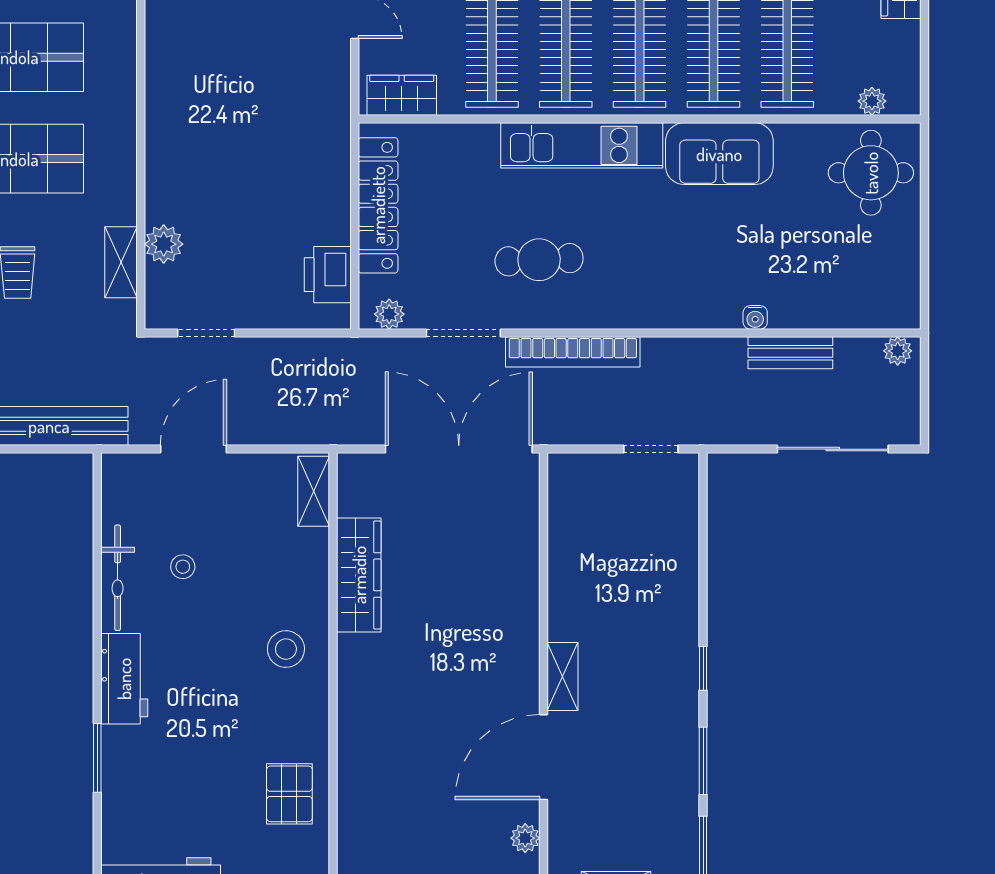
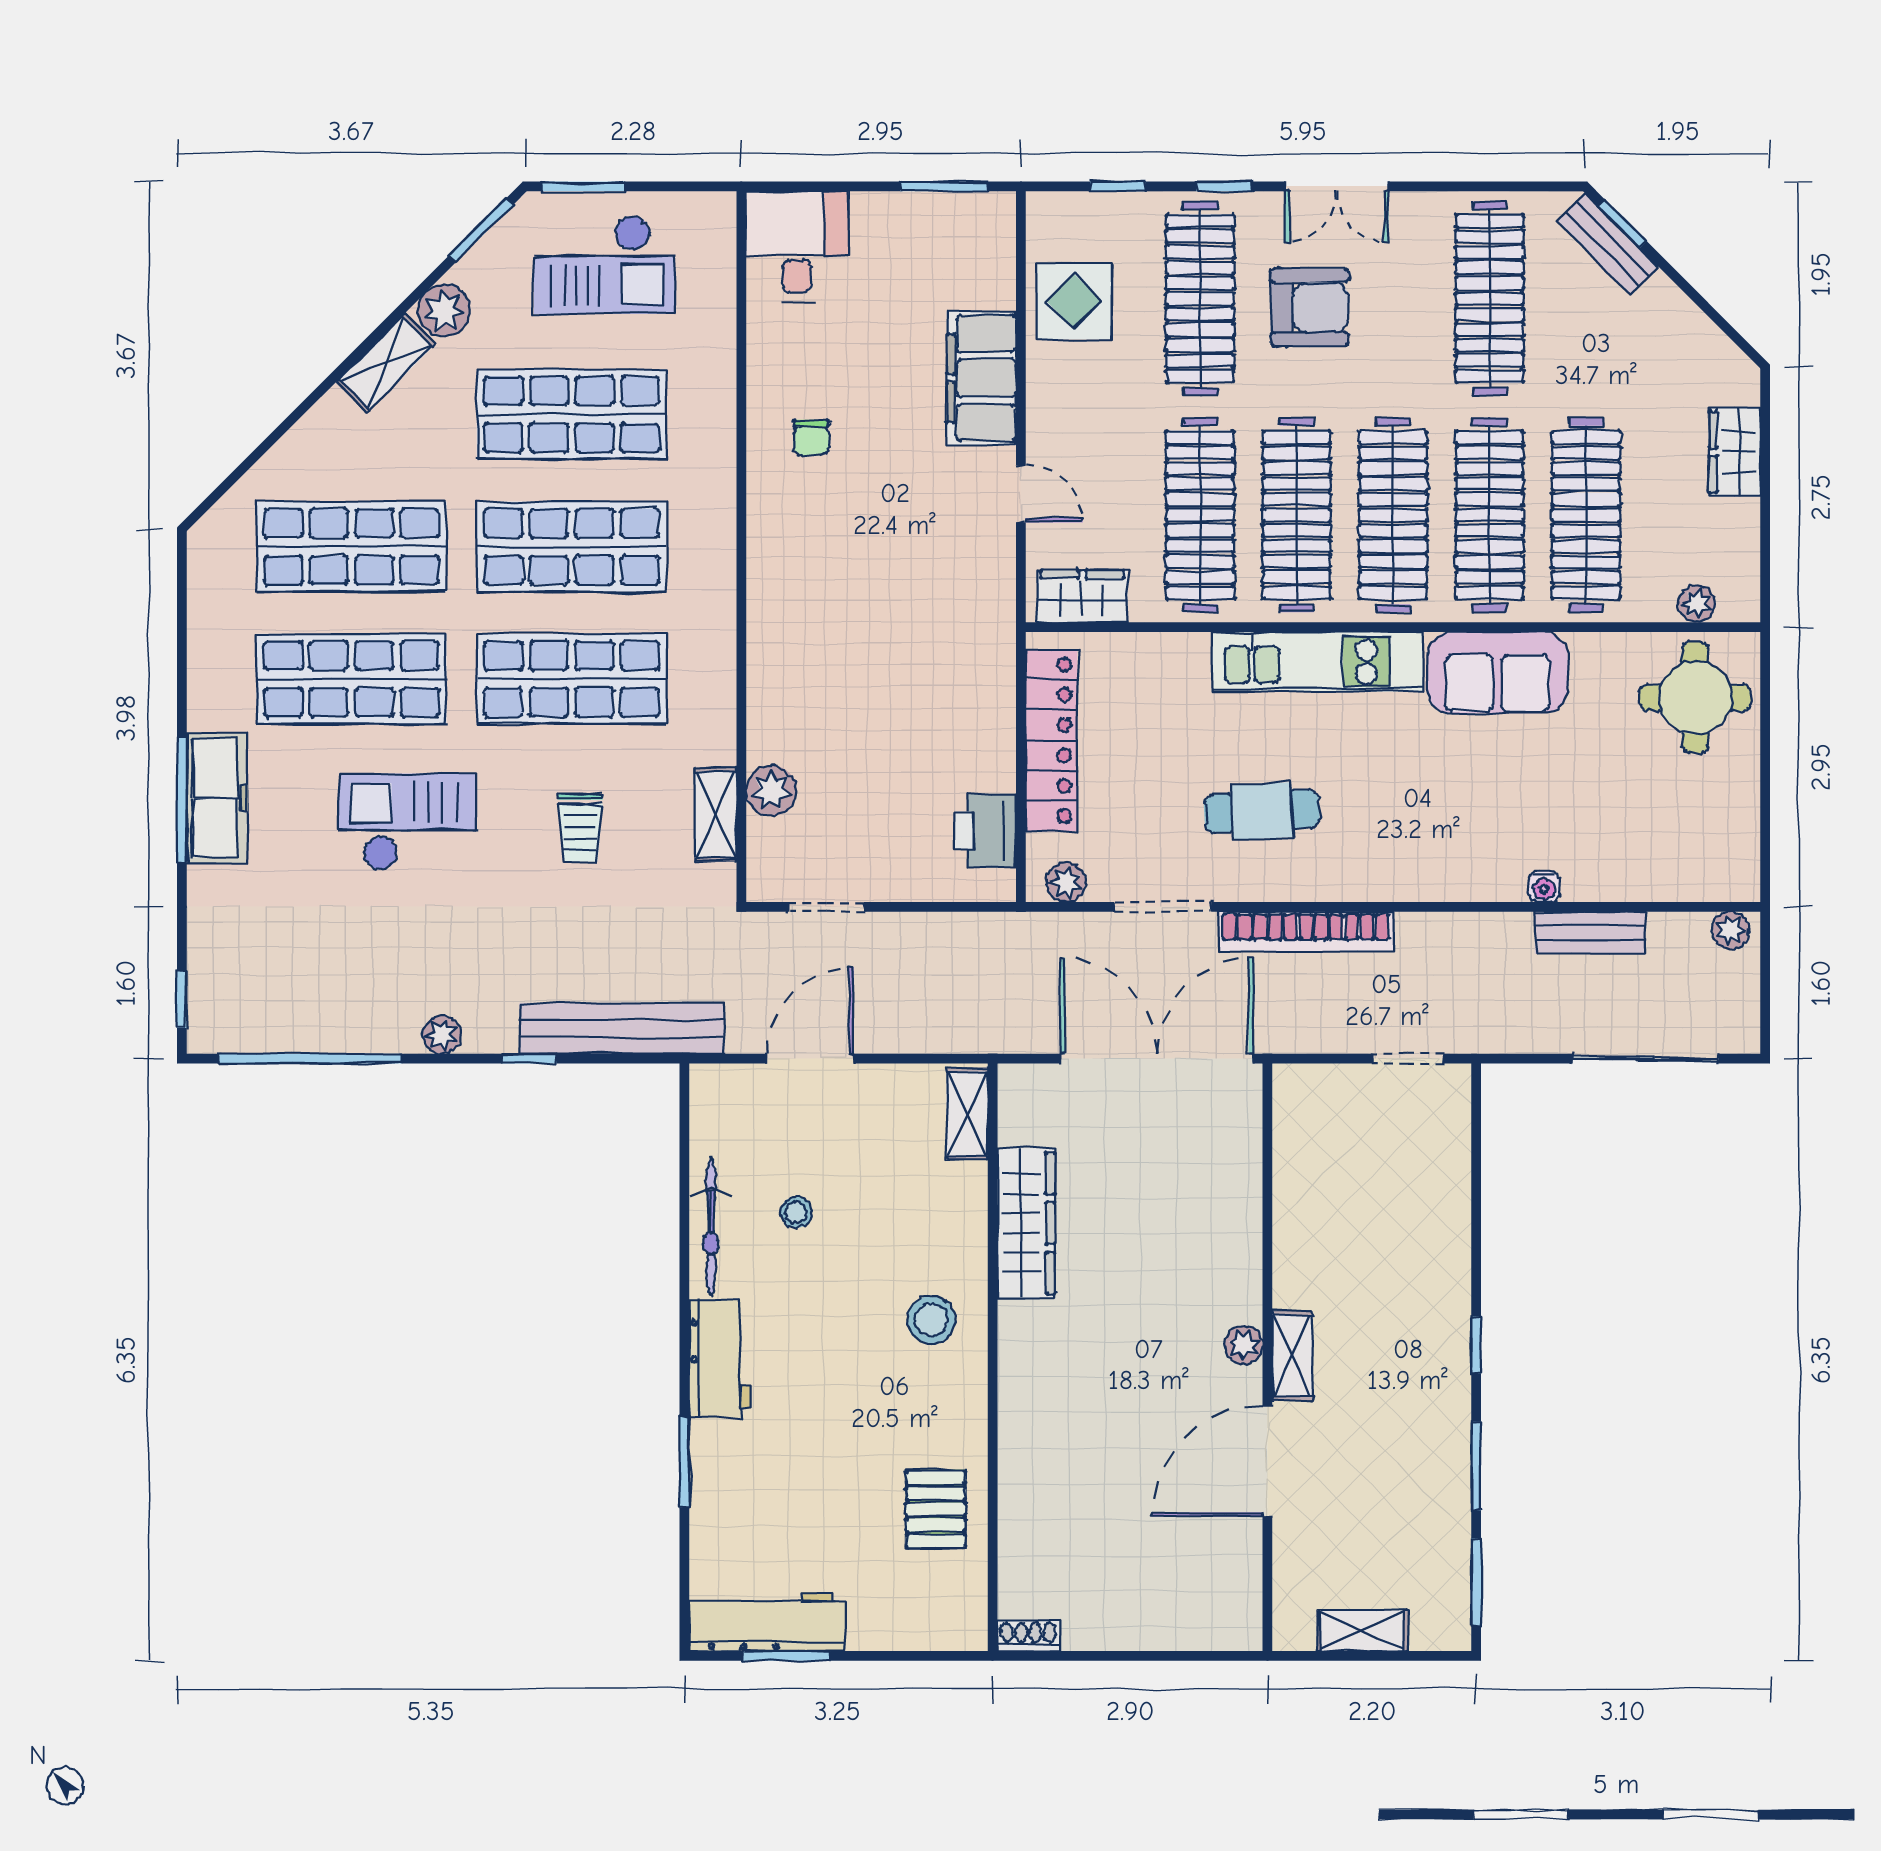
plant: (525, 838) -> (1244, 1345), moved

